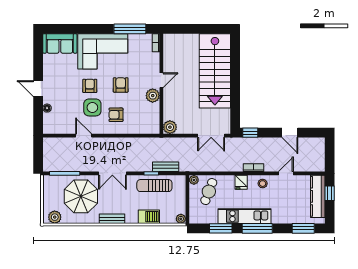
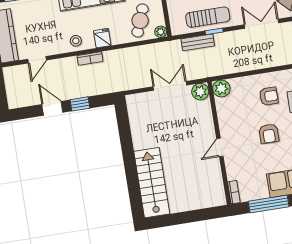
stairs: (215, 71) -> (152, 183), width x0.73, depth x0.66
plant: (153, 96) -> (221, 88), moved
window: (250, 133) -> (80, 104), moved
double door: (211, 136) -> (170, 86), moved
door: (286, 173) -> (37, 60), moved

